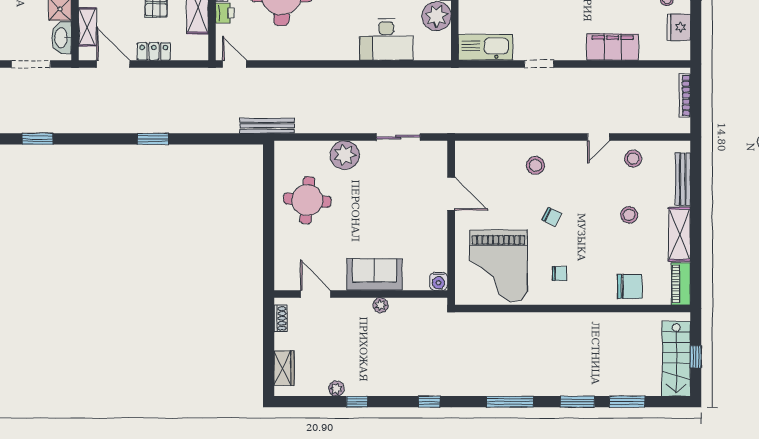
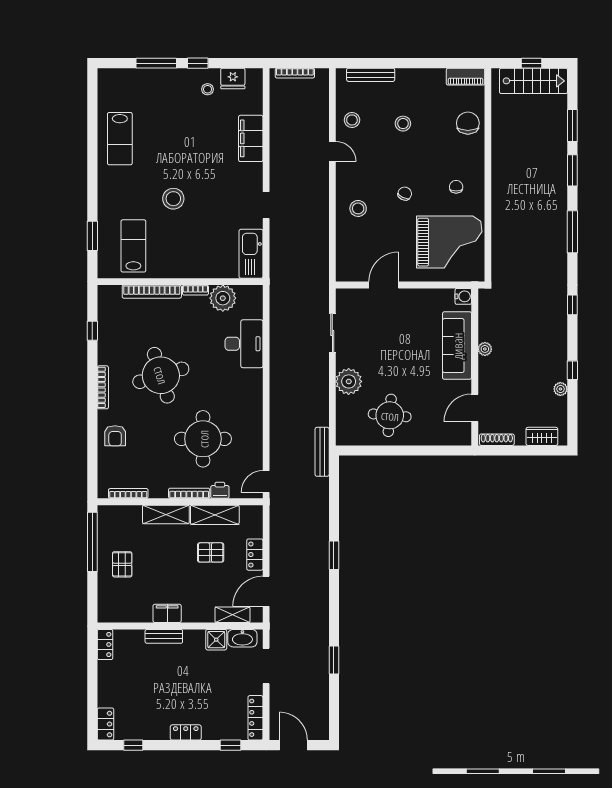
shelving: (679, 234) -> (421, 78), removed
sofa: (374, 274) -> (457, 346), width x1.36
shoe rack: (280, 318) -> (497, 440), width x1.43

